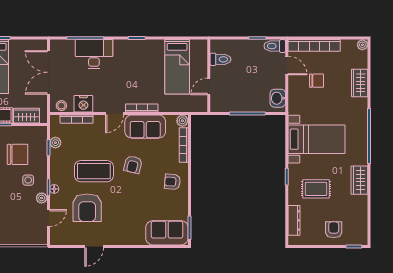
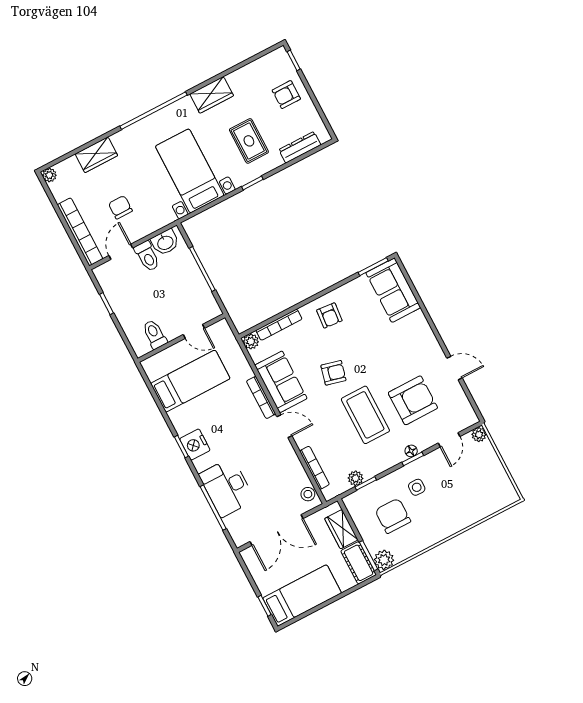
toilet: (275, 46) -> (147, 256), moved
nightstand: (83, 104) -> (195, 445), moved, turned 180
plant: (42, 198) -> (479, 435), moved
door: (48, 218) -> (449, 440), swing flipped

